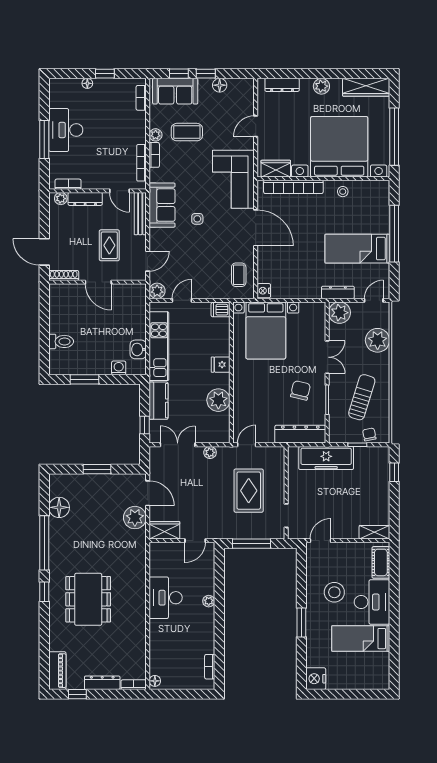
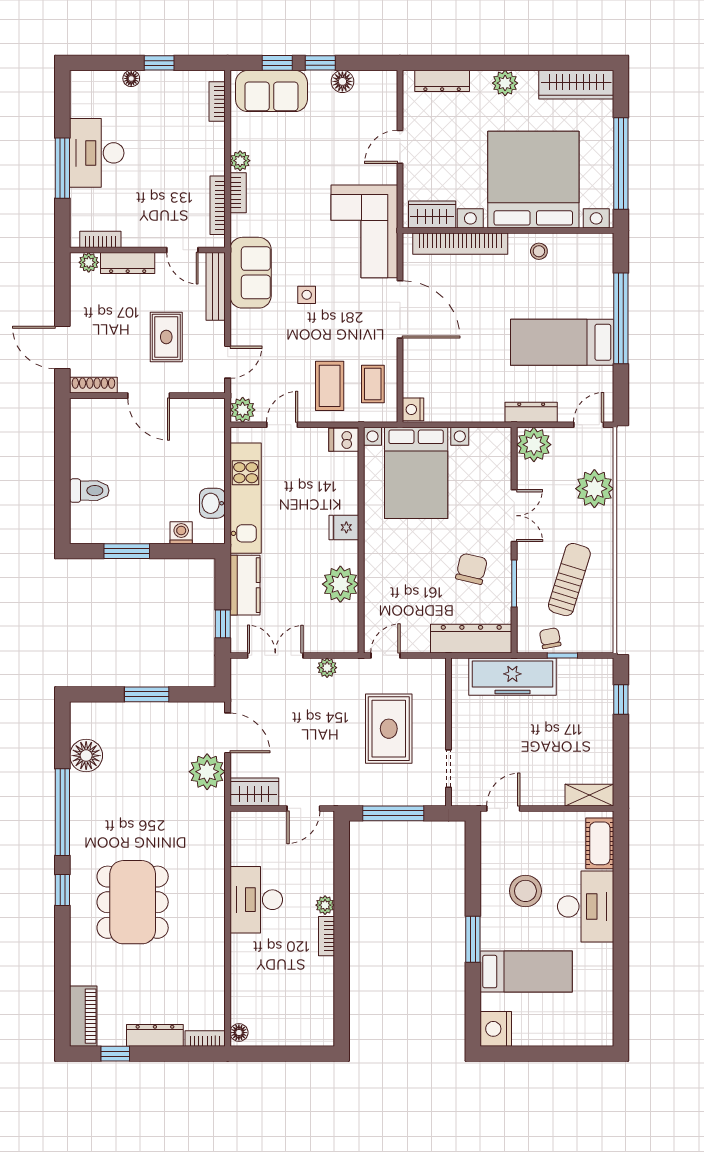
coffee table: (187, 132) -> (330, 386), moved, turned 90
chair: (369, 434) -> (550, 638), moved
bed: (361, 639) -> (526, 972), moved, turned 180
bookcase: (210, 667) -> (327, 936), moved

